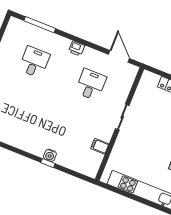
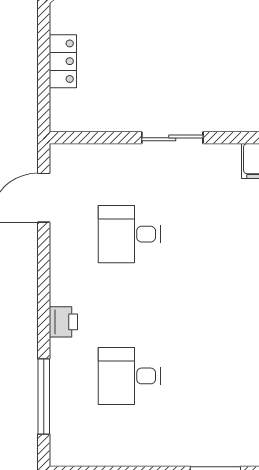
printer: (77, 48) -> (63, 322), moved

